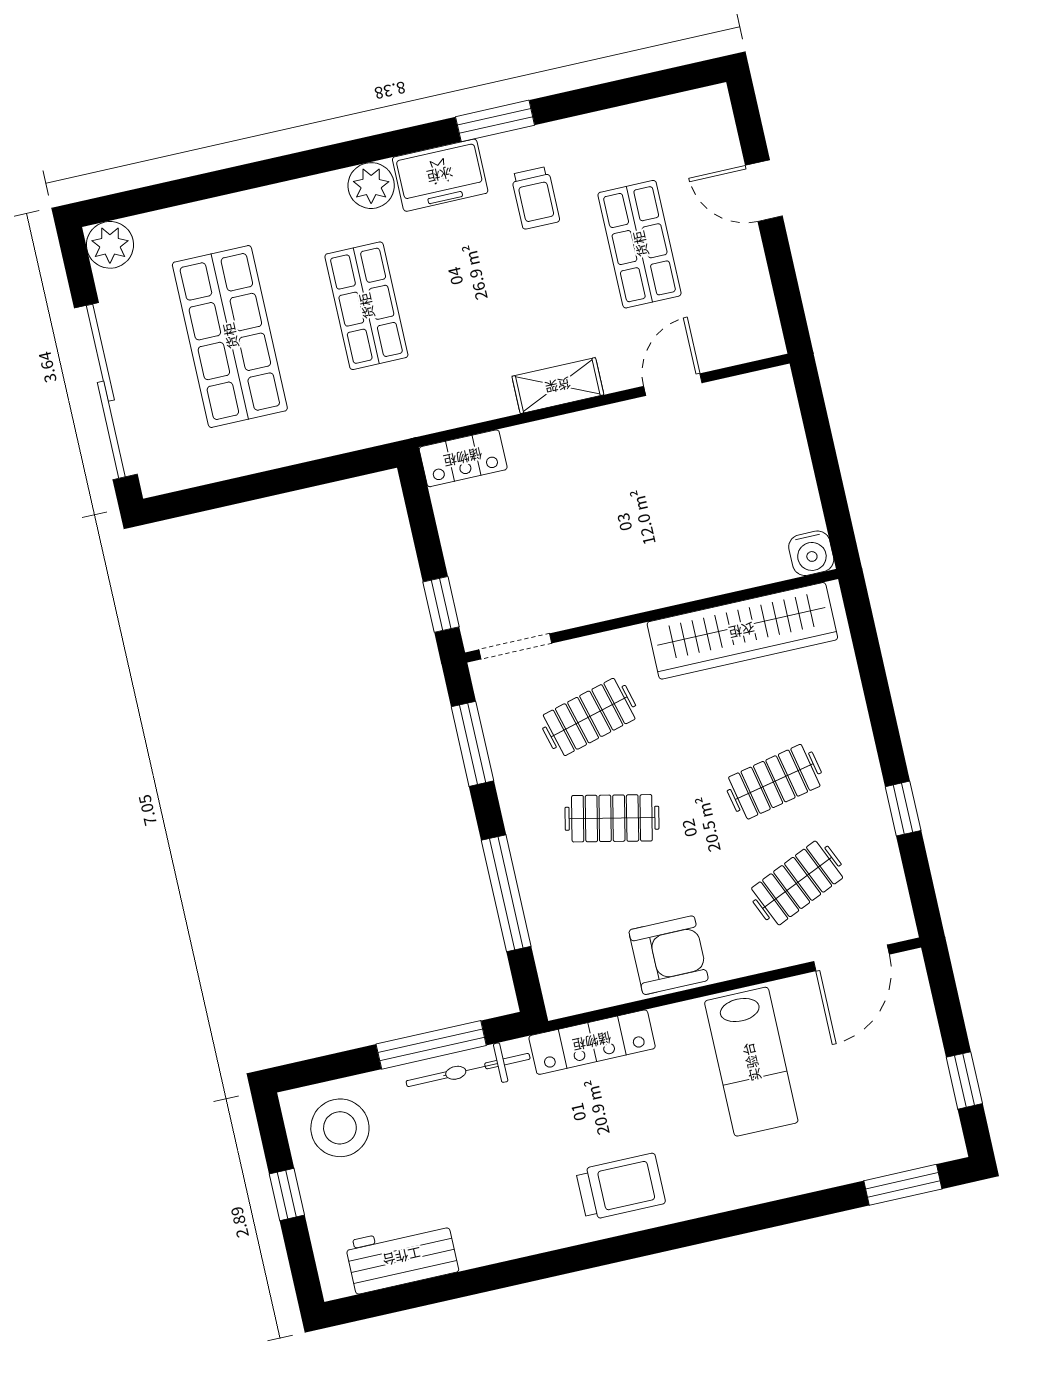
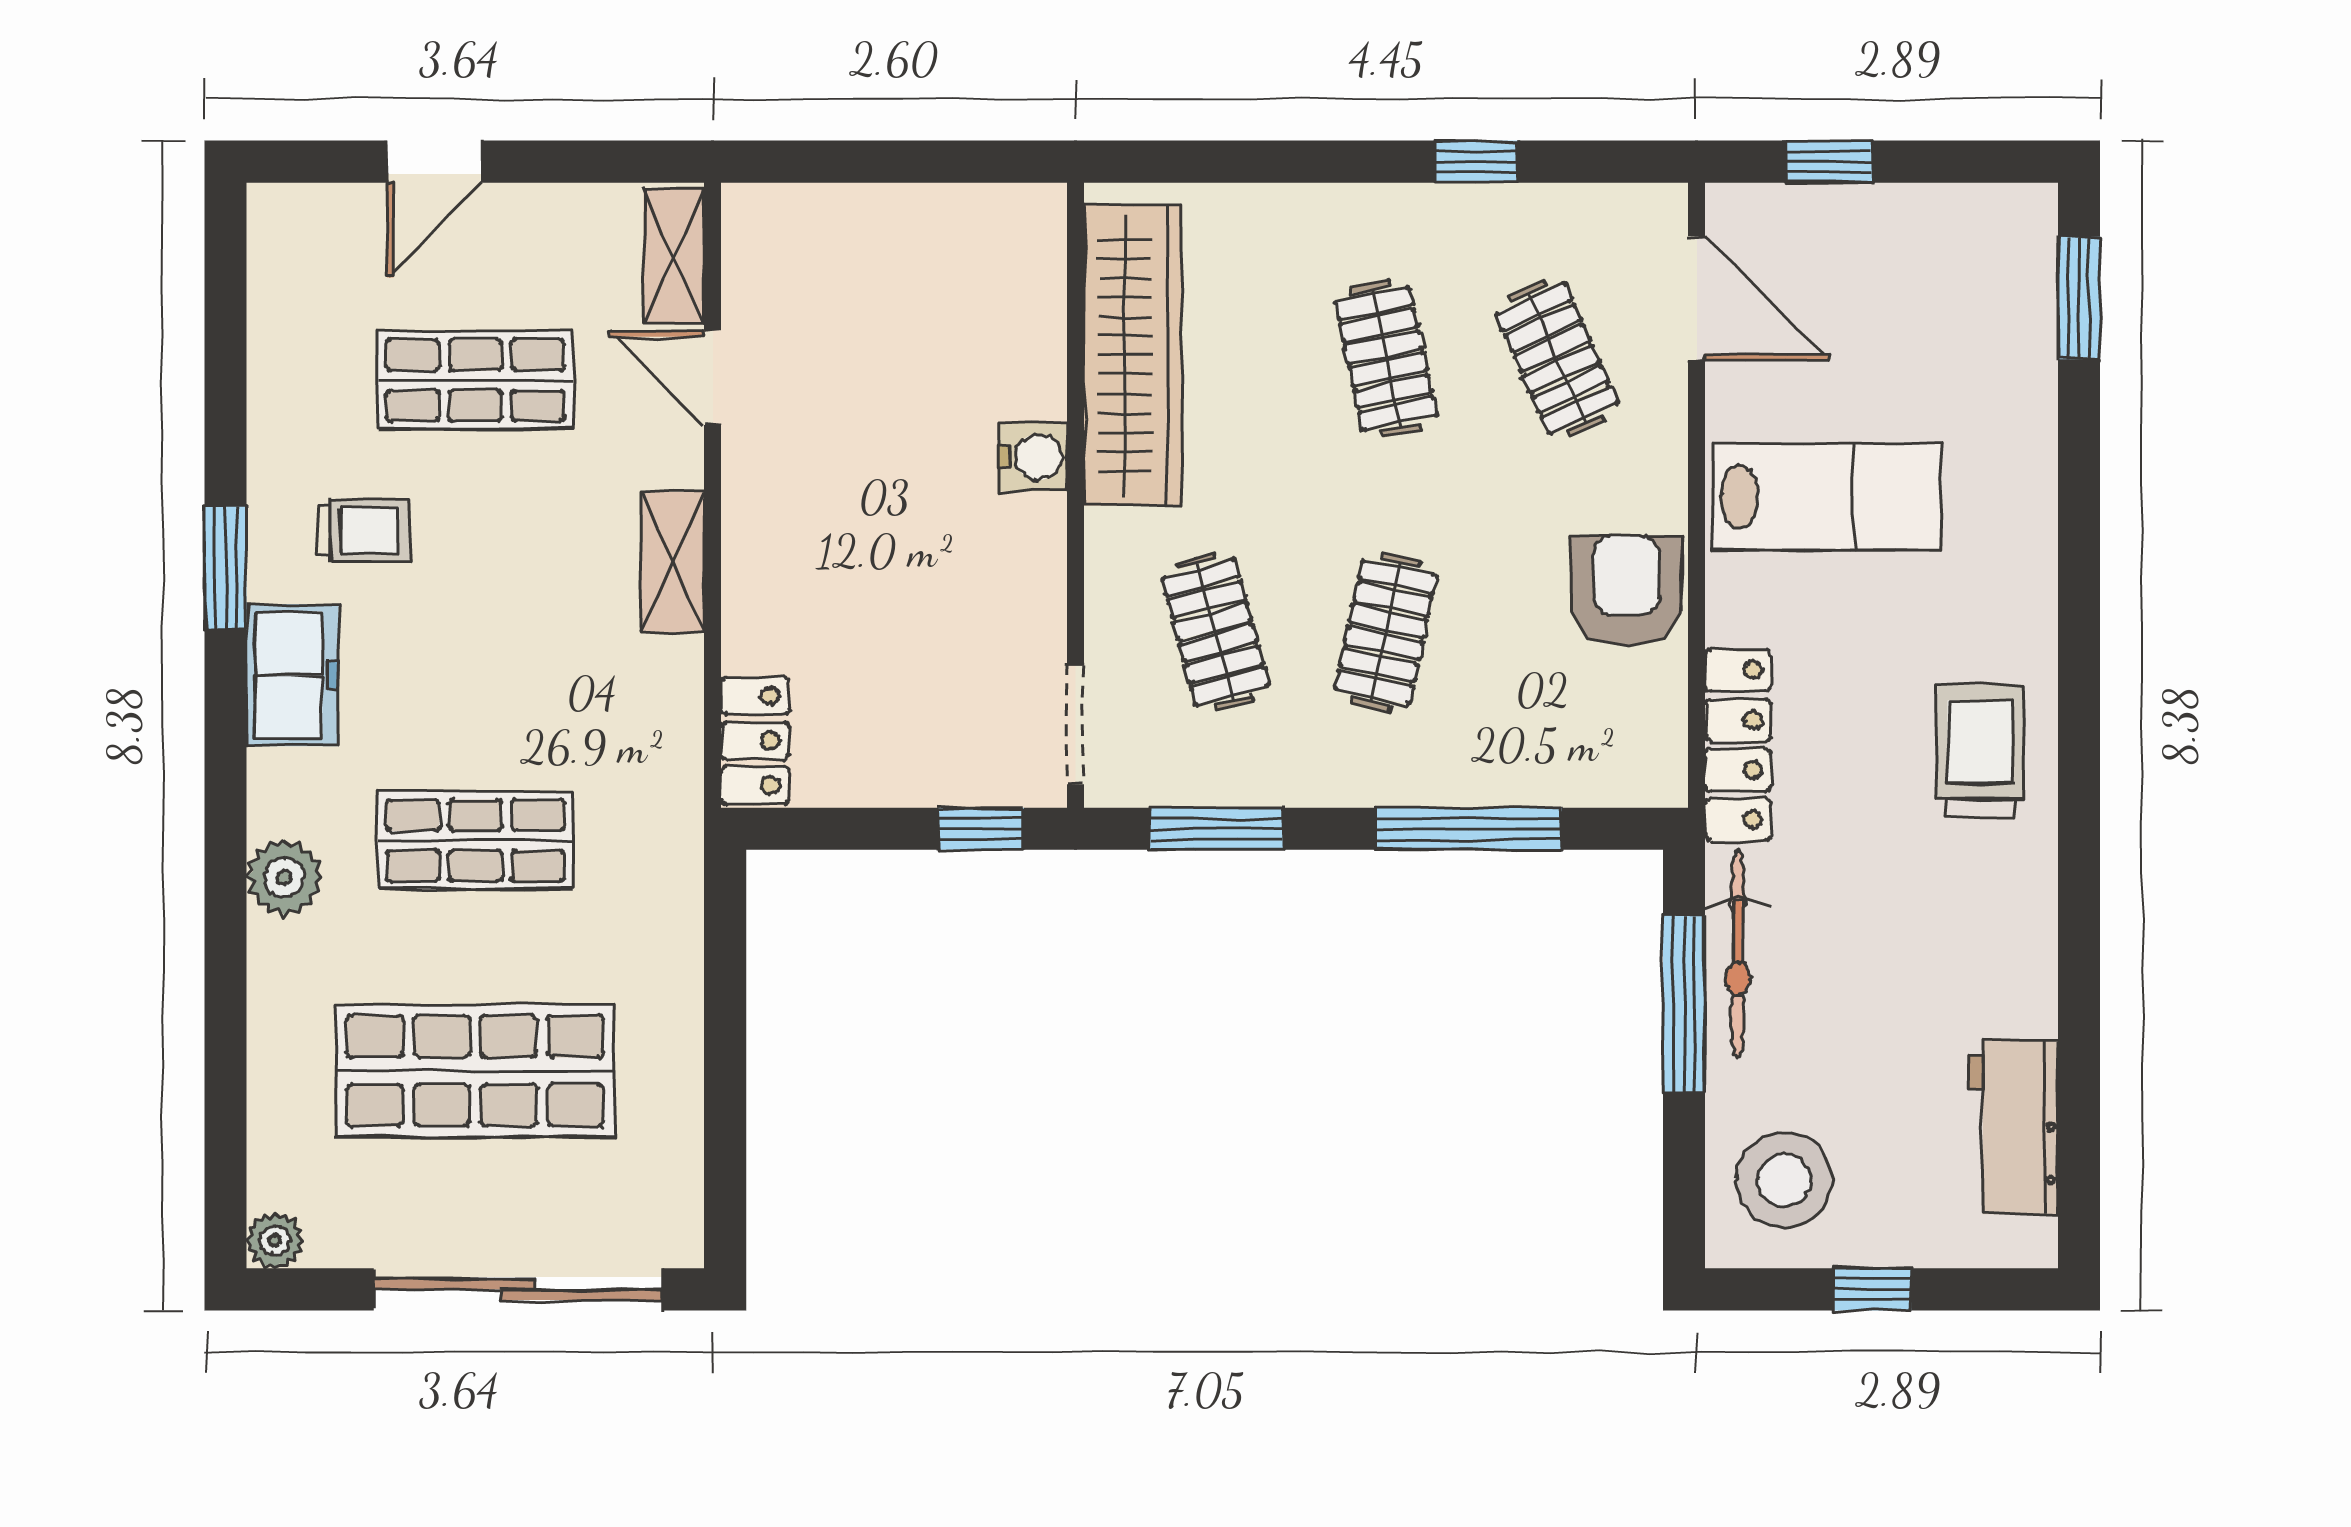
plant: (371, 186) -> (284, 877), moved
plant: (110, 245) -> (274, 1240), width x0.73, depth x0.73
shelving: (740, 345) -> (674, 256), added
water cooler: (811, 553) -> (1033, 457), moved
window: (964, 1080) -> (1829, 162), moved

